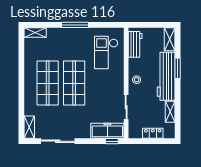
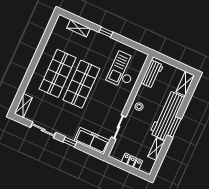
window: (75, 25) -> (106, 32), width x0.46
shelving: (35, 33) -> (79, 28), moved
window: (178, 68) -> (174, 127), moved
sliding door: (58, 141) -> (43, 130), width x0.73
window: (112, 141) -> (70, 142), moved

